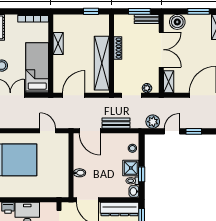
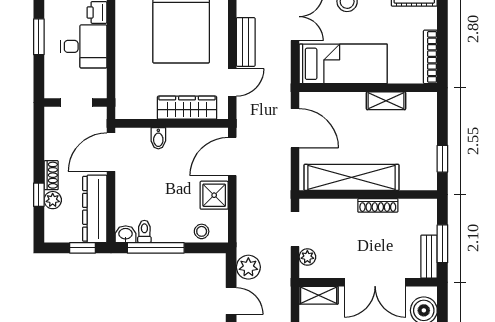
bench: (116, 123) -> (246, 42), moved
wardrobe: (62, 157) -> (187, 108), added
shower: (131, 168) -> (214, 195), moved
window: (142, 174) -> (156, 248), width x2.17

